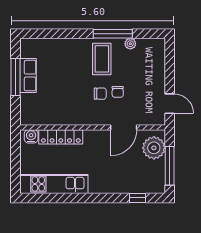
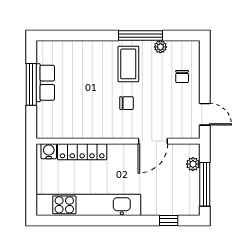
chair: (118, 92) -> (182, 76), moved
plant: (154, 148) -> (193, 164), width x0.53, depth x0.53
kitchen unit: (54, 184) -> (88, 205), width x1.36

